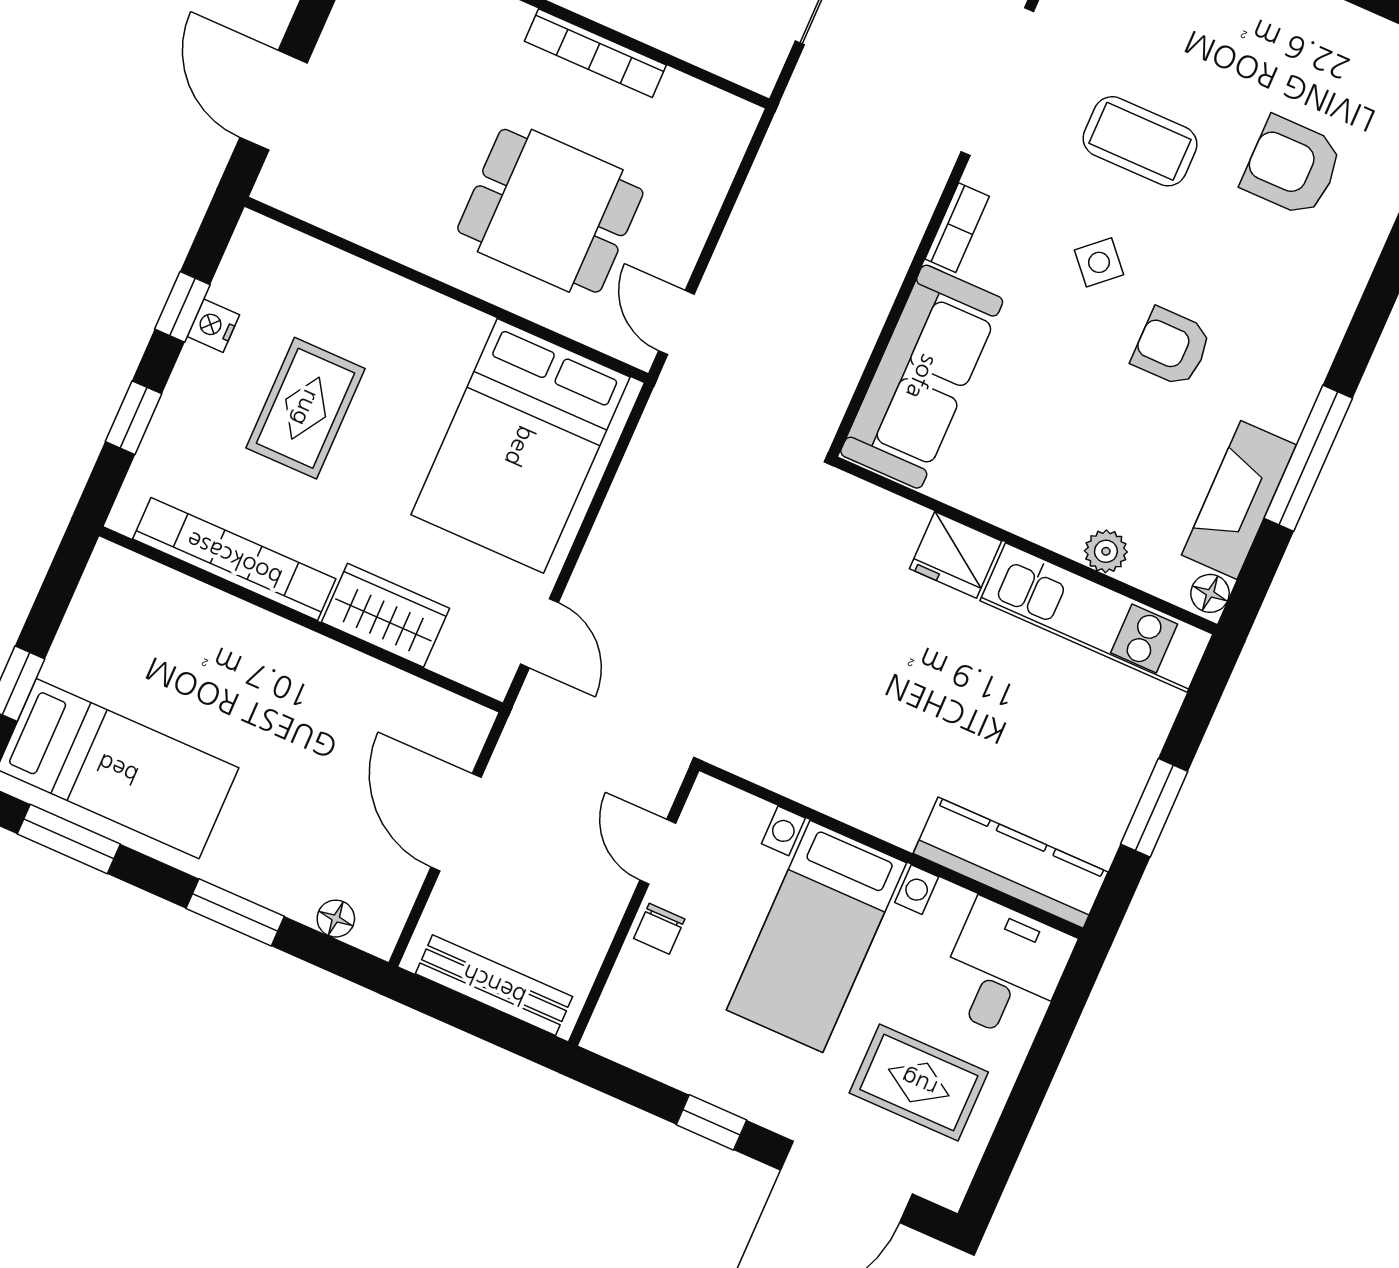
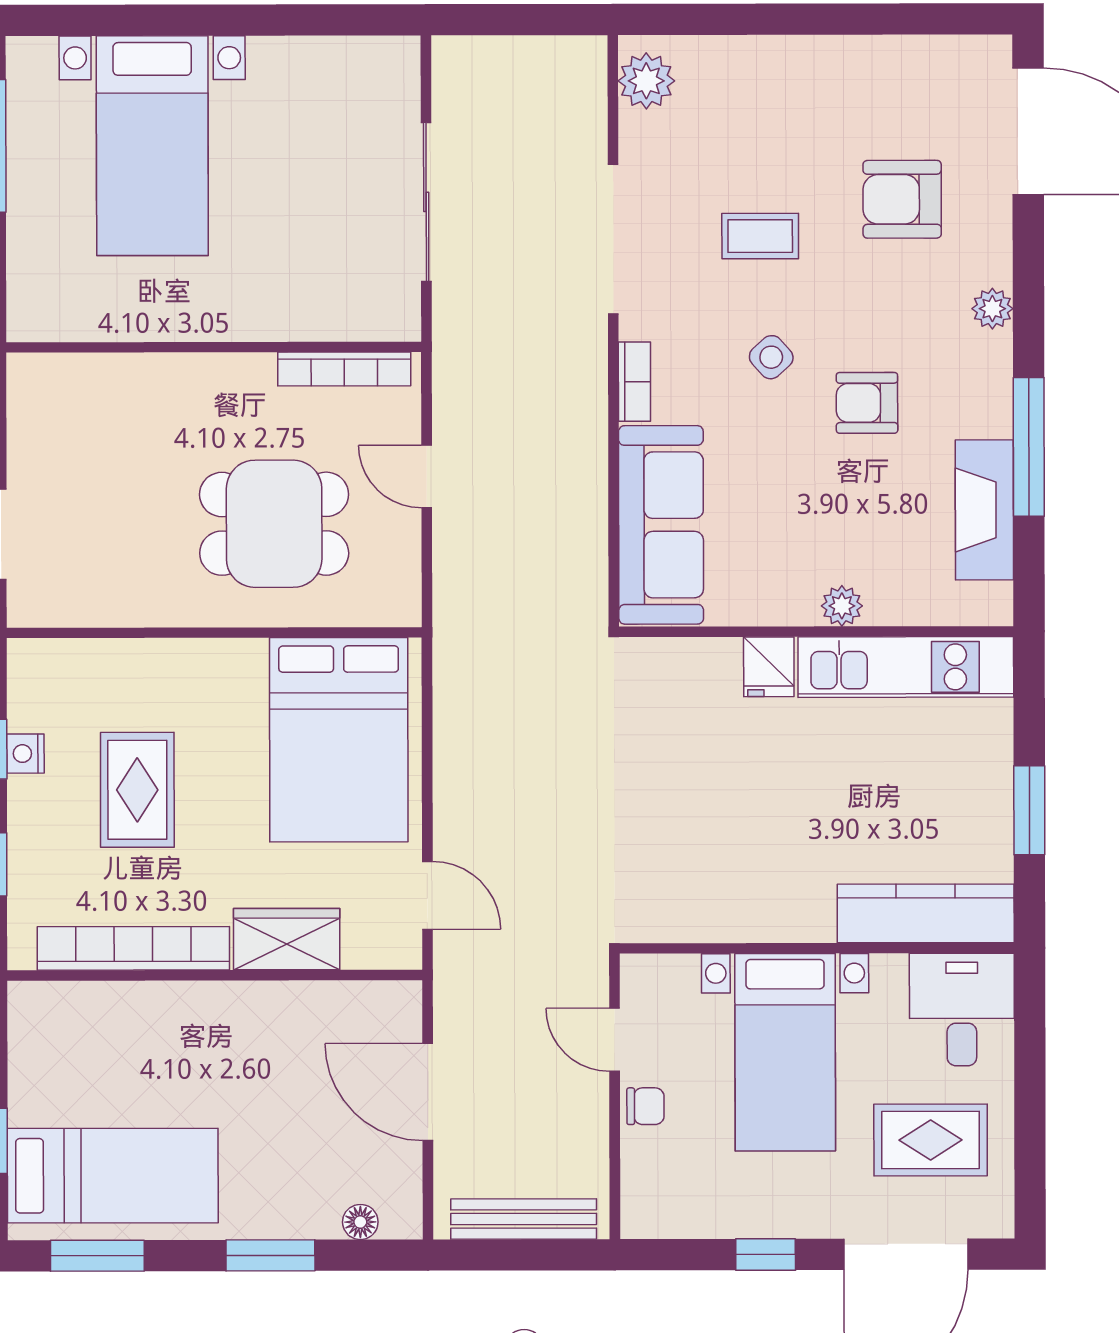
bookcase: (595, 53) -> (344, 369), moved
coffee table: (1140, 141) -> (760, 236), width x0.73, depth x0.77
plant: (1332, 310) -> (992, 309), added
door: (676, 323) -> (427, 477), moved
plant: (1106, 551) -> (842, 606), moved
fridge: (956, 555) -> (769, 667), width x0.72
floor lamp: (1210, 593) -> (995, 602), removed
chair: (659, 929) -> (645, 1106), turned -90

